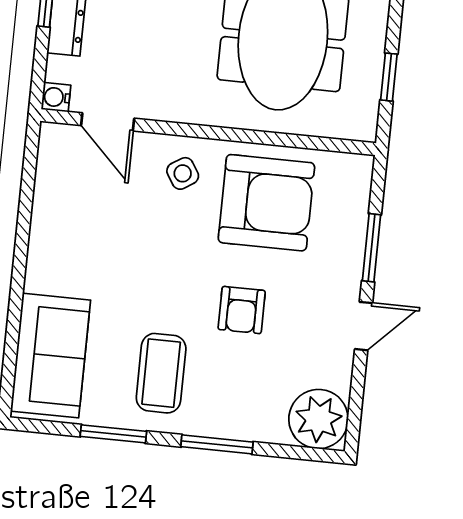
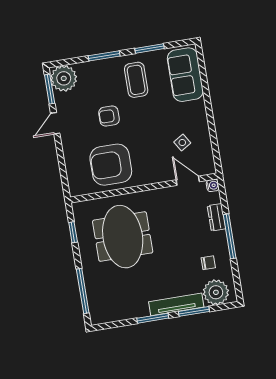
side table: (183, 173) -> (182, 143), moved
window: (372, 248) -> (50, 89), moved
armchair: (242, 310) -> (109, 116), turned -90

